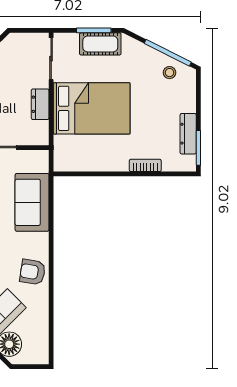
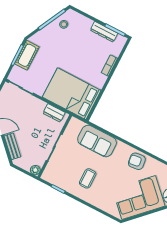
dresser: (40, 104) -> (54, 113), moved
bed: (92, 108) -> (72, 94), moved, turned -90
armchair: (33, 272) -> (137, 161), turned 74

